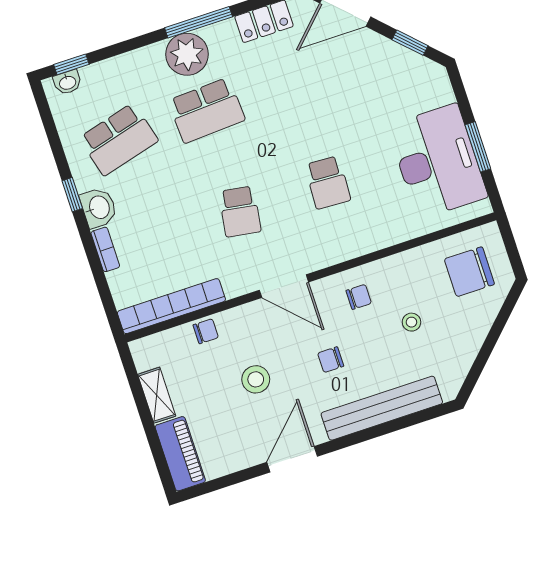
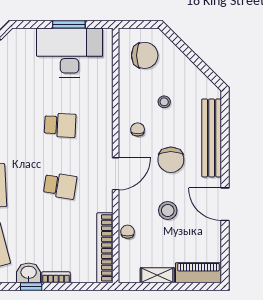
window: (72, 195) -> (31, 287), moved
chair: (469, 272) -> (145, 55), turned -90
chair: (331, 360) -> (171, 160), width x1.87, depth x1.87

